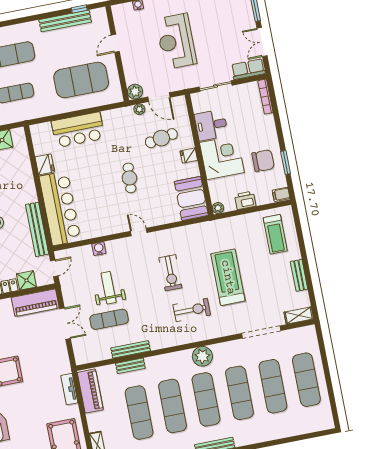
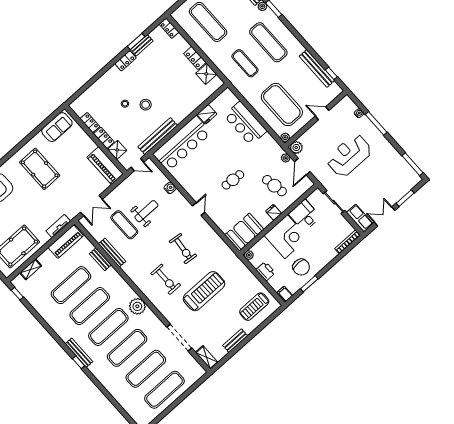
plant: (117, 97) -> (285, 137), added
exercise bike: (170, 273) -> (183, 249), turned -84
double door: (65, 324) -> (91, 206), moved

